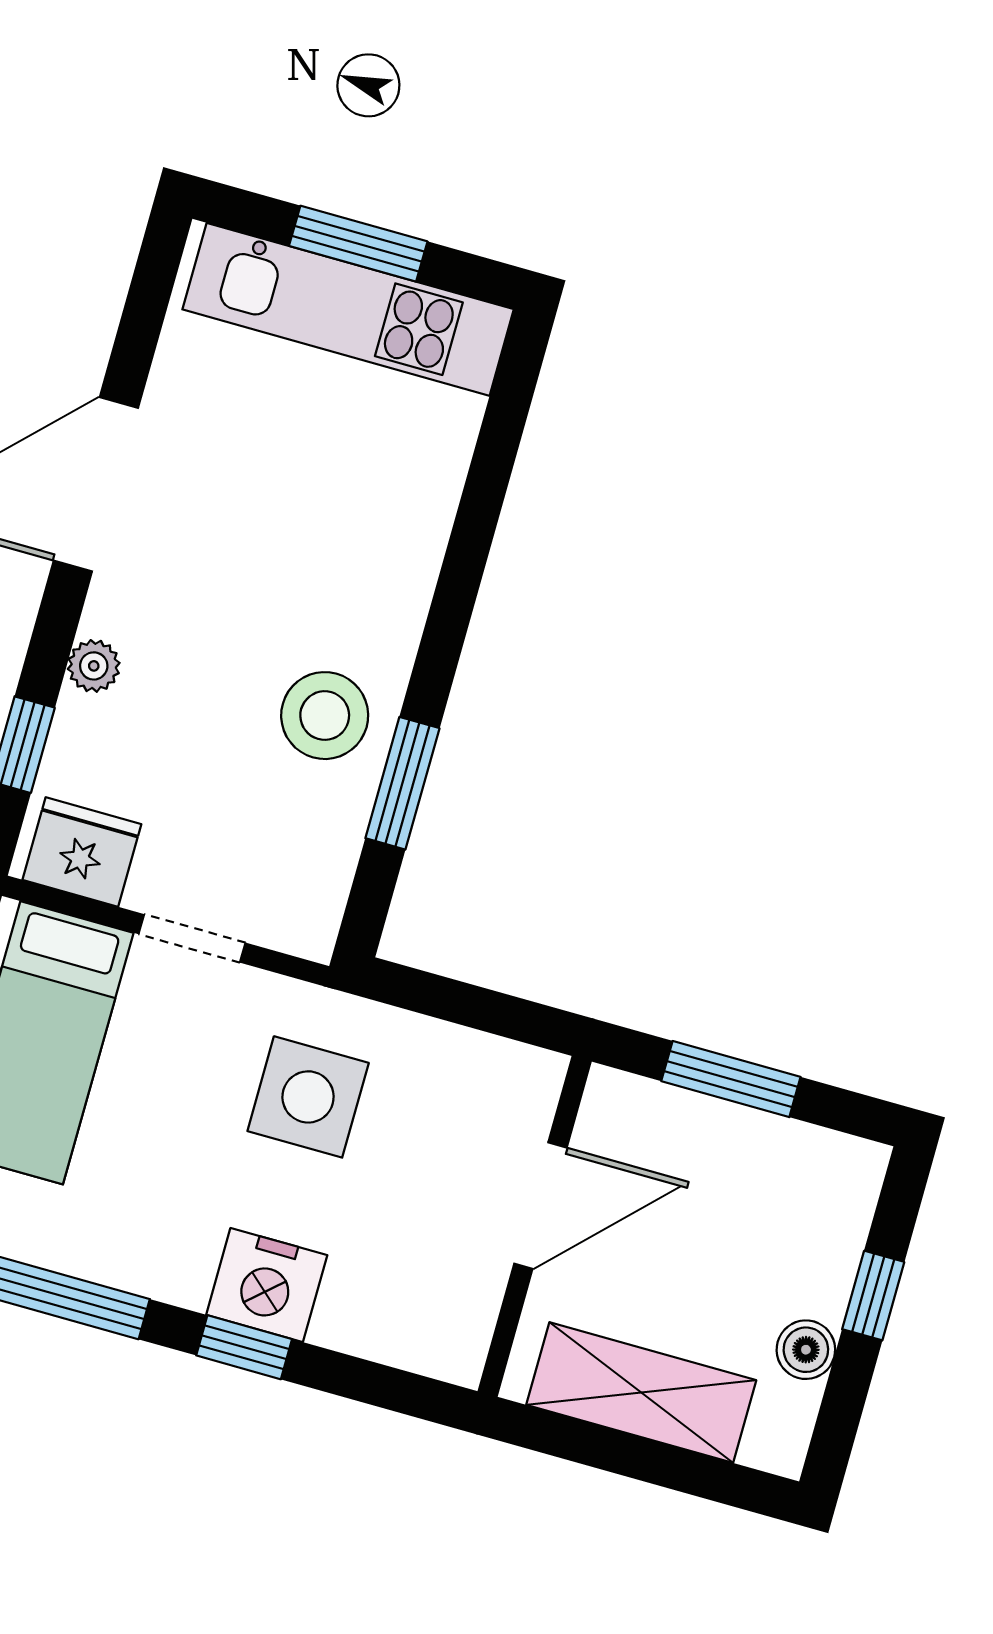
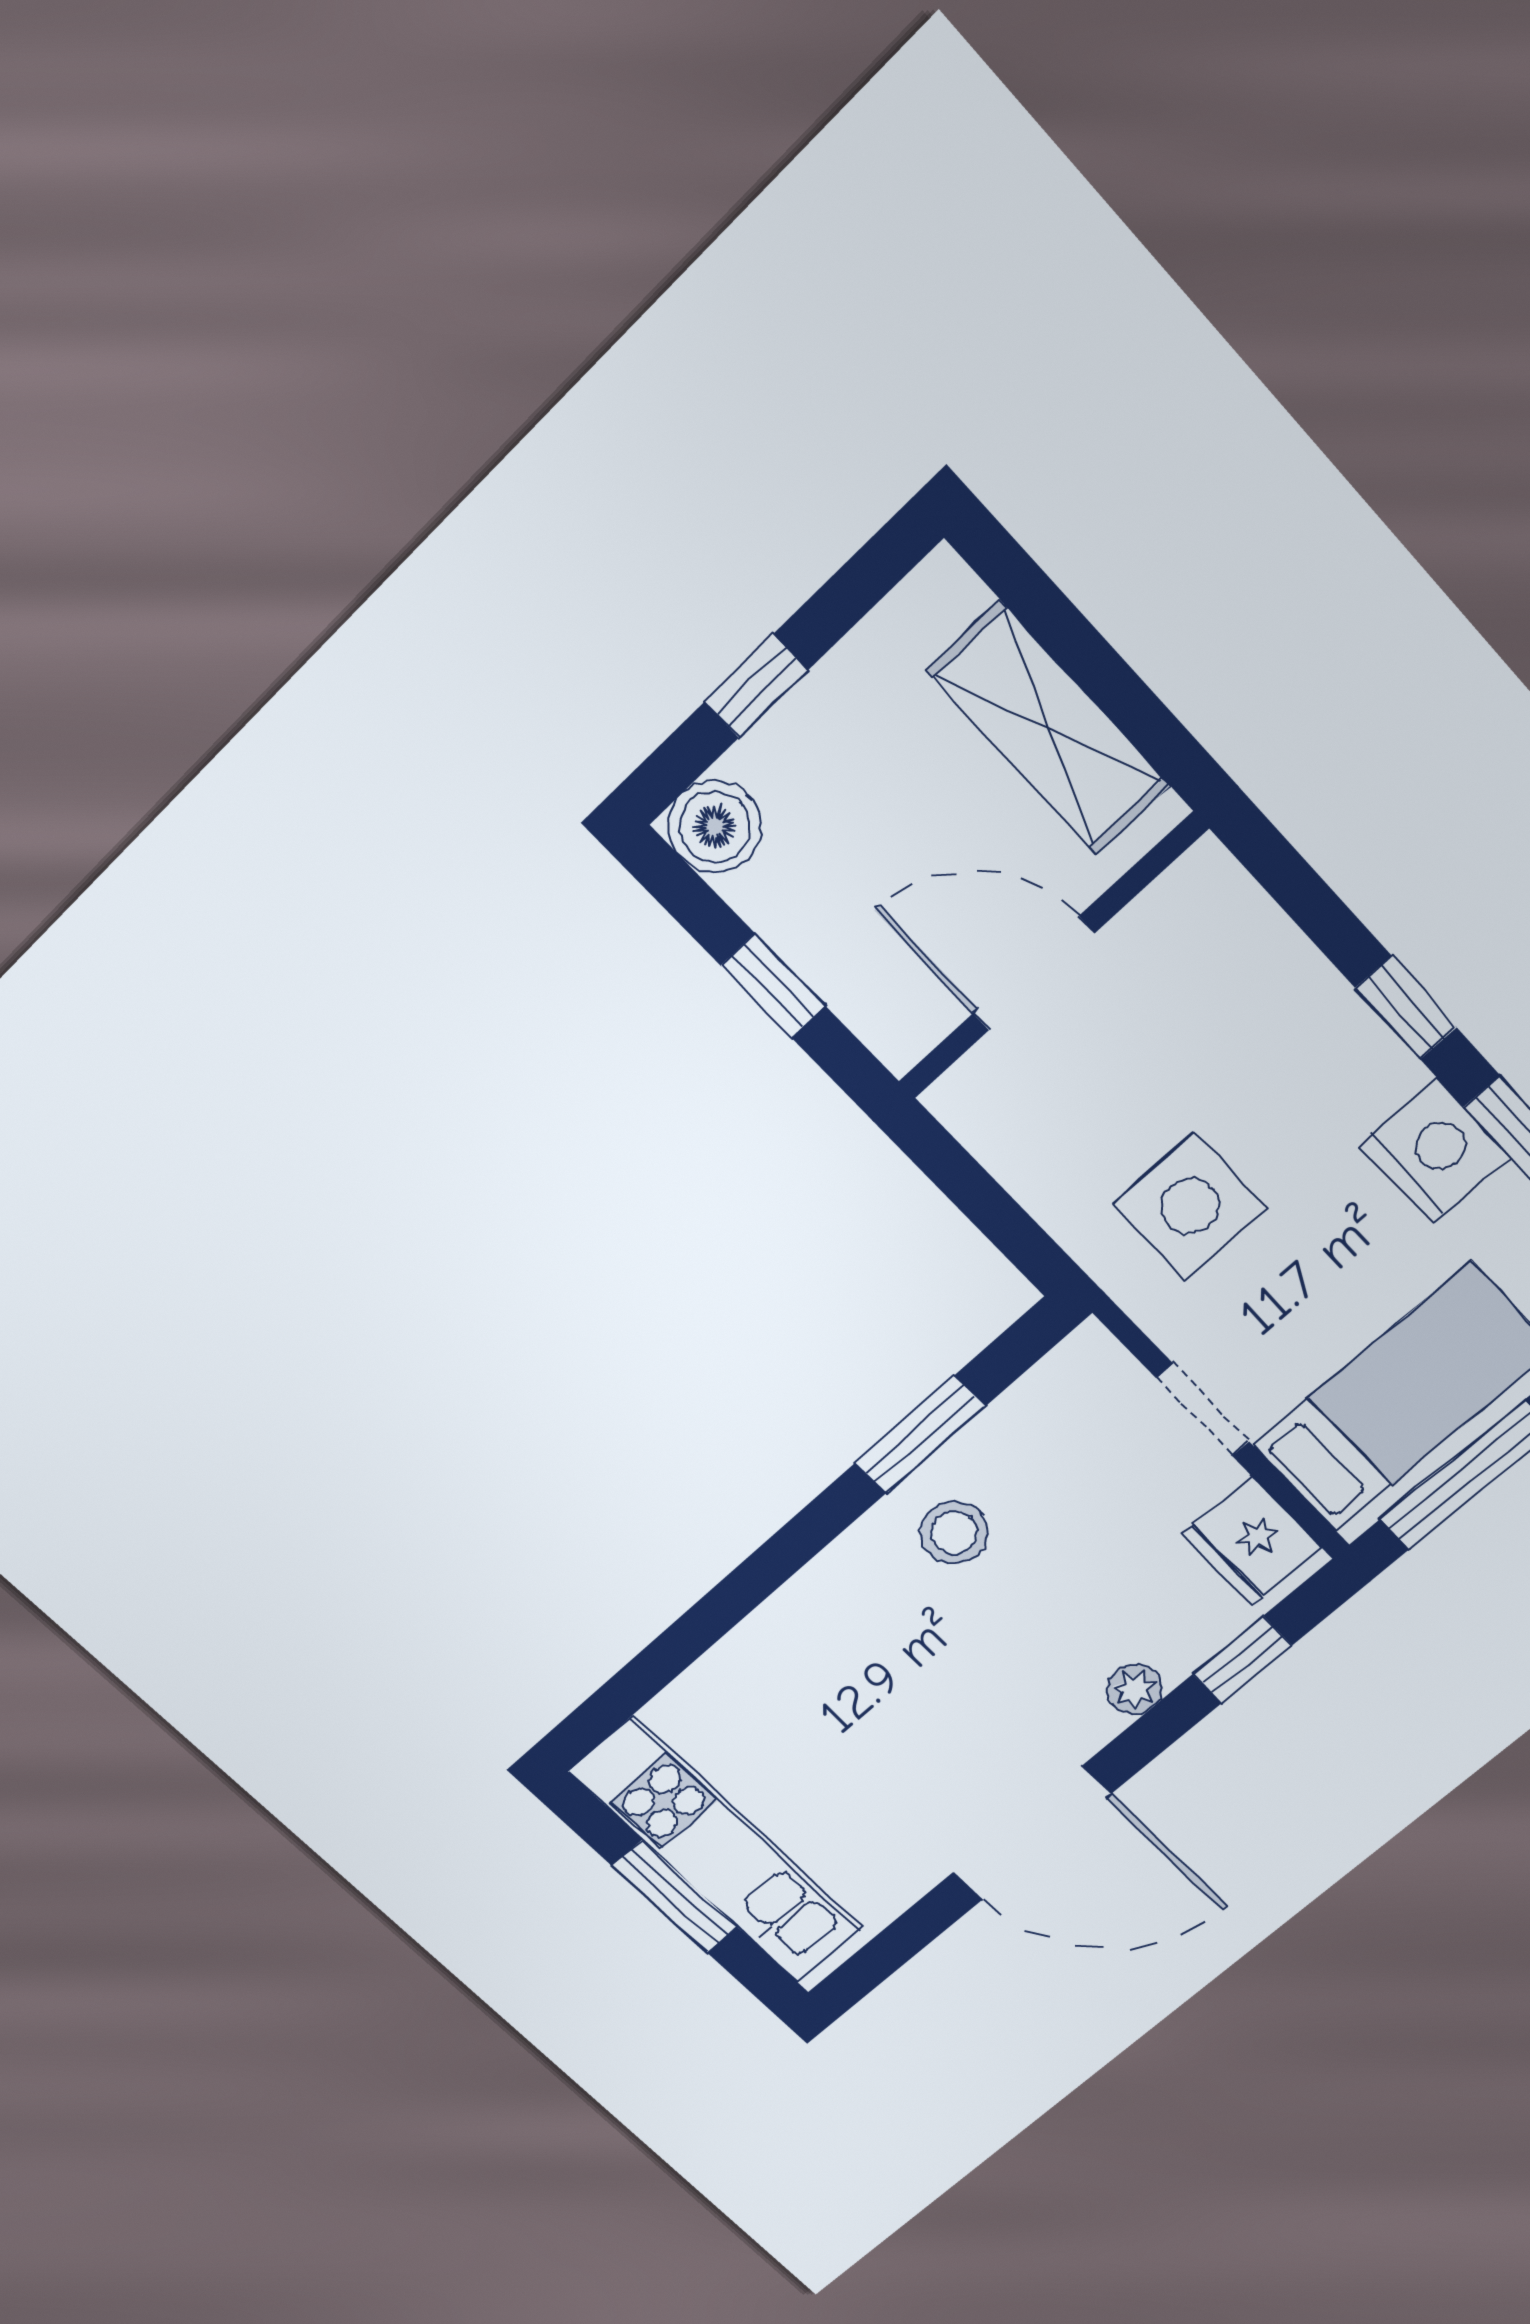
stool: (325, 716) -> (954, 1533), width x0.73, depth x0.73
window: (731, 1079) -> (773, 986), width x0.67
nightstand: (267, 1285) -> (1434, 1151), moved
boiler: (806, 1350) -> (715, 827), moved, width x1.36, depth x1.36

